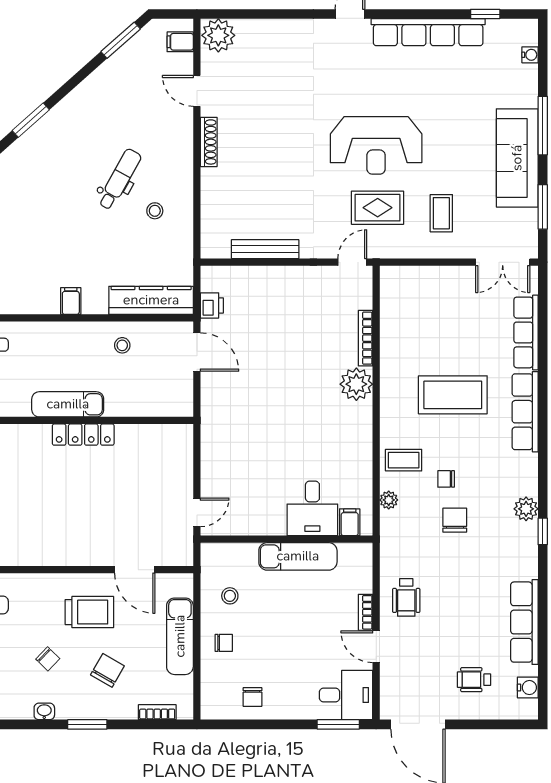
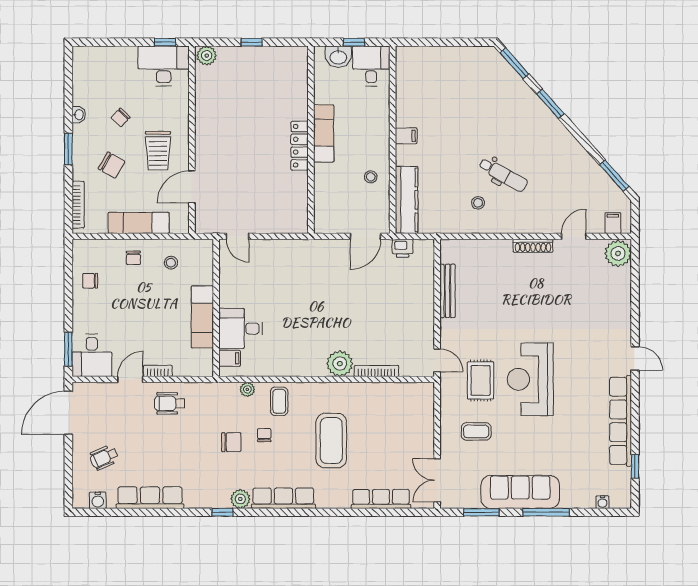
row of seats: (525, 412) -> (283, 498), moved
wheelchair: (474, 680) -> (104, 457), turned -113
bookcase: (157, 712) -> (78, 205), width x1.56

